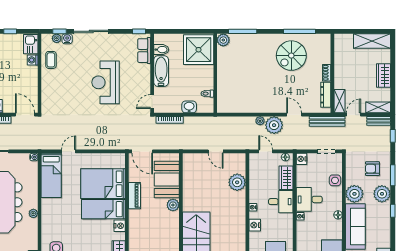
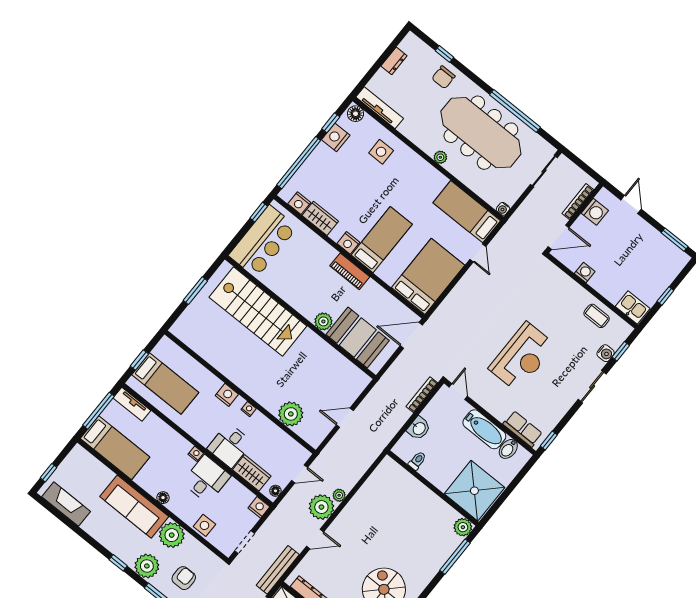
sliding door: (91, 31) -> (592, 387), width x0.73
plant: (57, 38) -> (616, 342), removed
washing machine: (33, 60) -> (585, 272), moved
reception desk: (106, 82) -> (522, 357), turned 90
bed: (103, 184) -> (428, 276), moved
piano: (134, 196) -> (350, 271), moved

